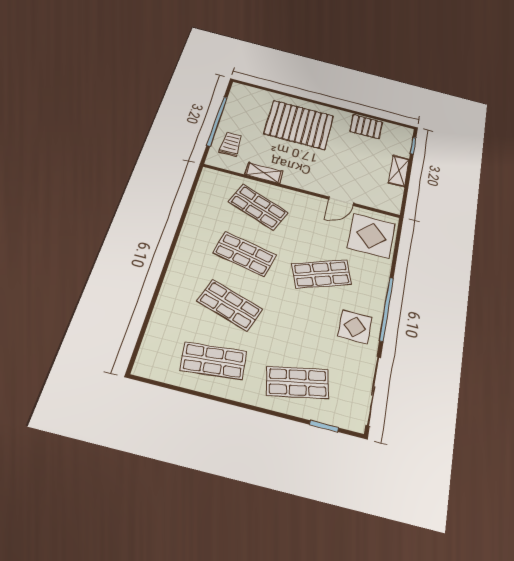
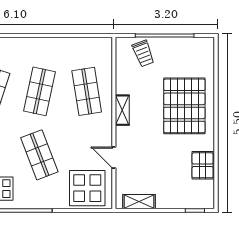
trolley: (231, 144) -> (143, 53), turned 69
shelving: (399, 171) -> (139, 202), moved
shelving: (264, 173) -> (122, 110), moved
shop shelf: (258, 207) -> (87, 91), turned -30

